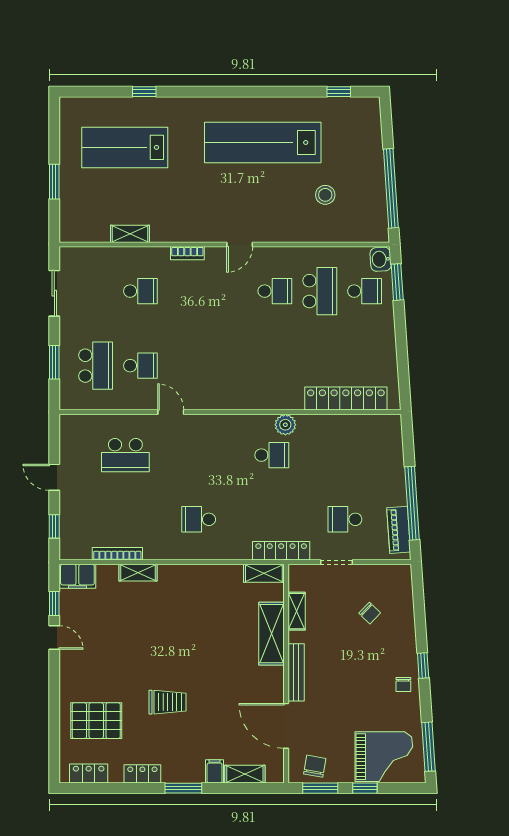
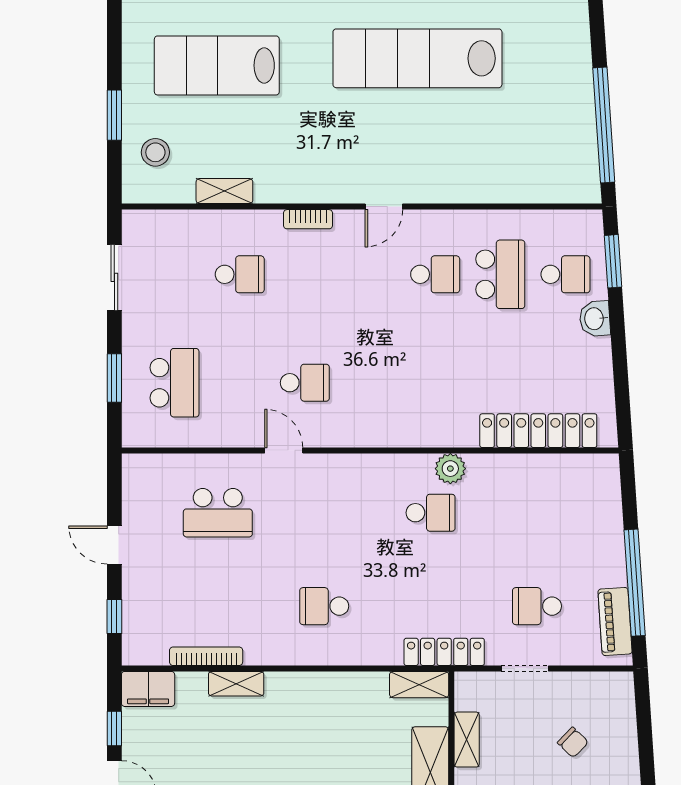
stool: (325, 195) -> (155, 152), moved
washbasin: (381, 259) -> (595, 319), moved
school desk: (140, 366) -> (305, 383), moved

